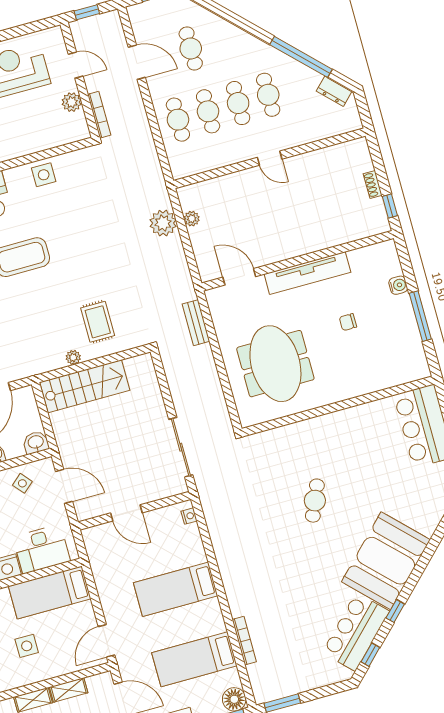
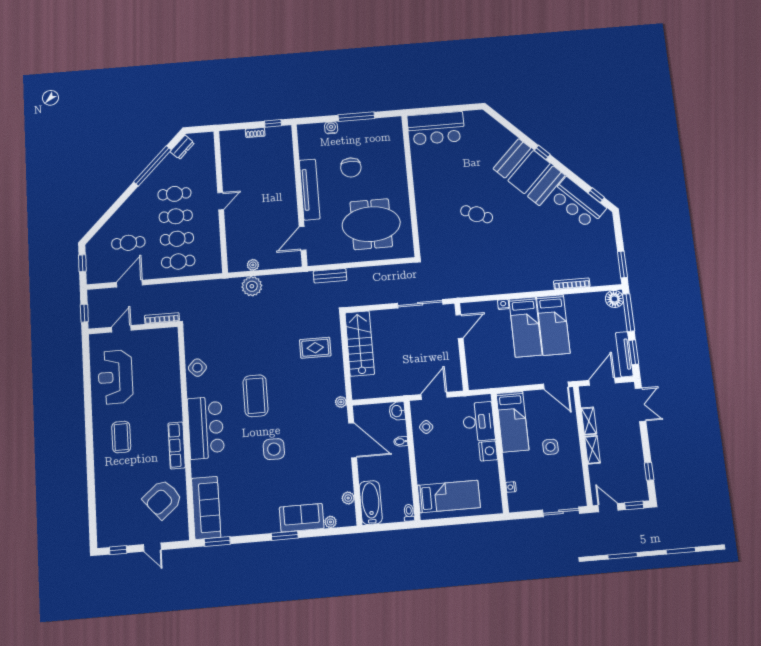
plant: (72, 102) -> (148, 337), removed
side table: (44, 175) -> (197, 368), turned 45
chair: (348, 322) -> (351, 167), width x1.87, depth x1.87
plant: (73, 357) -> (341, 402), moved
stairs: (85, 386) -> (360, 343), moved
door: (126, 513) -> (459, 326), moved
nightstand: (189, 516) -> (503, 304), moved
window: (395, 611) -> (542, 152), moved
bed: (194, 659) -> (553, 325), moved

